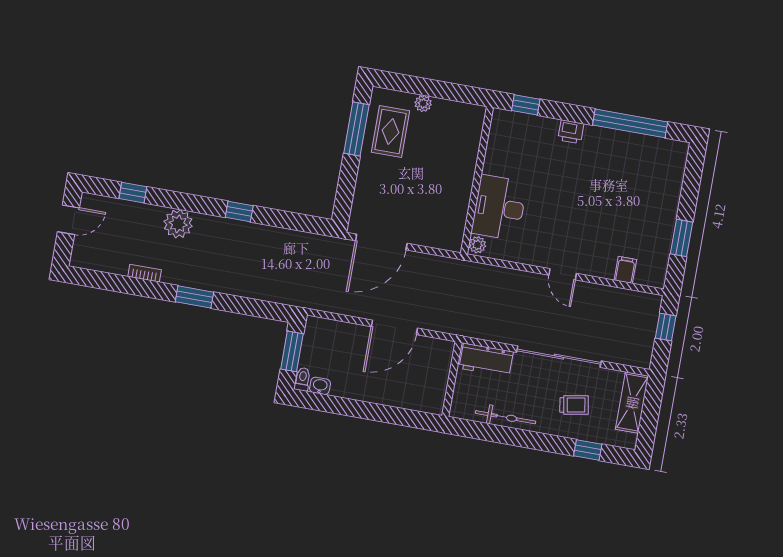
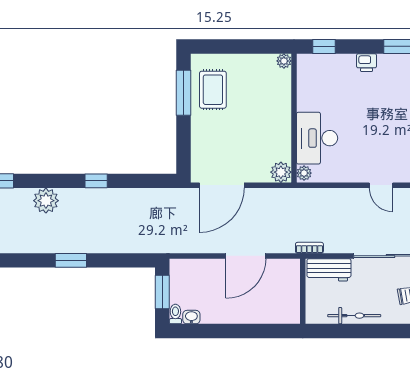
plant: (423, 103) -> (284, 61), moved
plant: (451, 239) -> (281, 172), added
bookcase: (145, 273) -> (309, 248), moved

